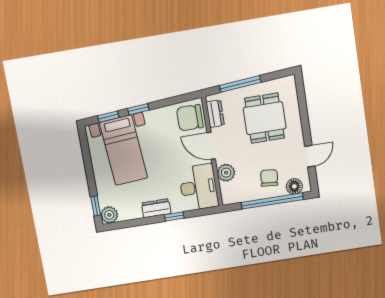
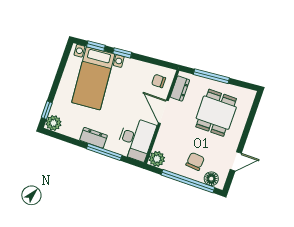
chair: (190, 118) -> (159, 81), width x0.54, depth x0.54
plant: (226, 173) -> (157, 159), moved
window: (174, 216) -> (104, 152), width x2.17

